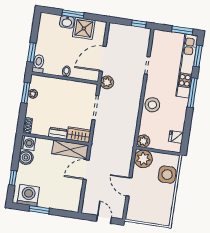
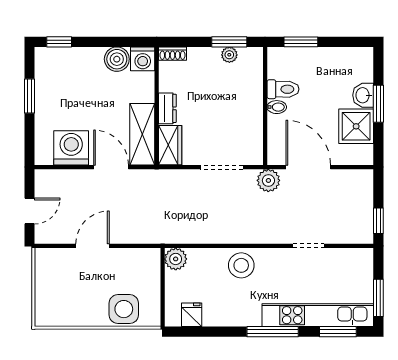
toilet: (38, 64) -> (283, 89), moved
plant: (143, 159) -> (145, 264), removed
window: (13, 178) -> (59, 42), moved
washing machine: (28, 195) -> (71, 148), moved, turned -90

